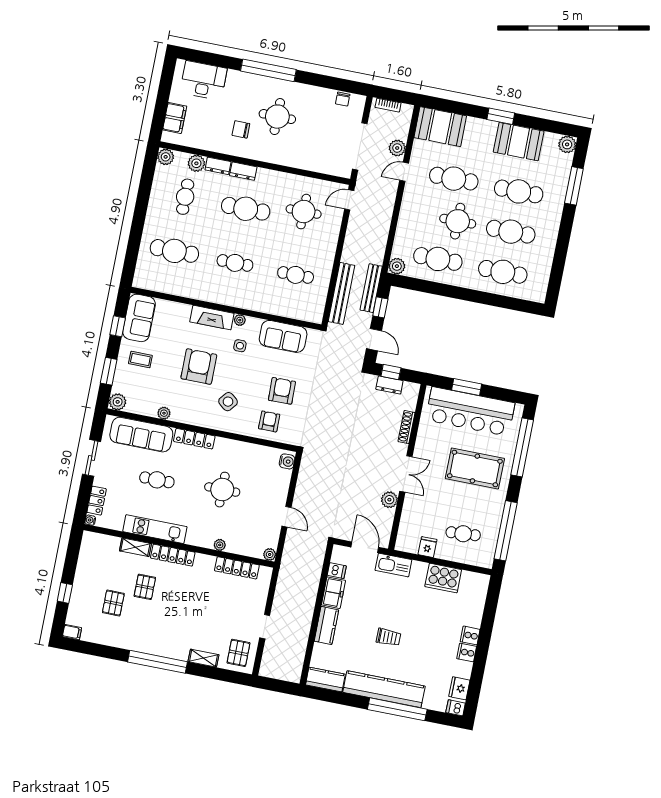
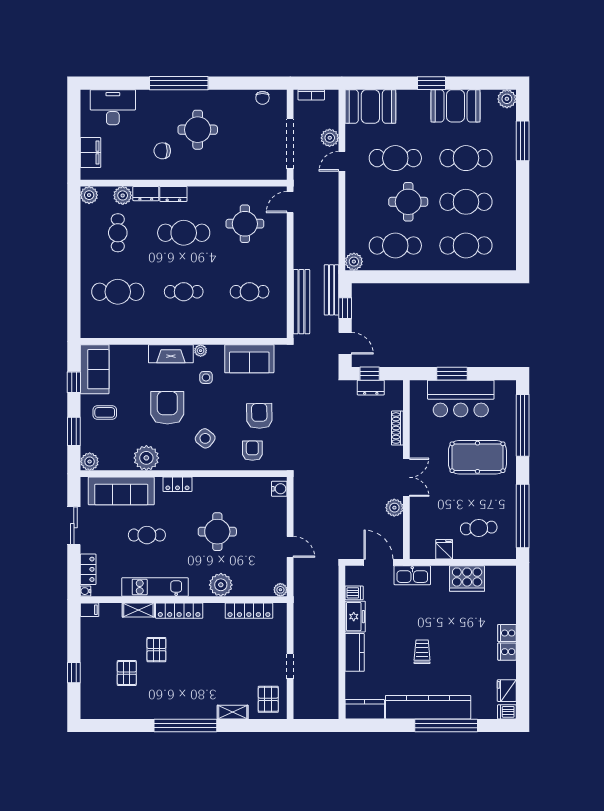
bar counter: (470, 411) -> (461, 399), width x0.73
plant: (164, 413) -> (146, 458), width x1.88, depth x1.88
locker: (194, 439) -> (177, 484), width x0.66
plant: (220, 545) -> (221, 585), width x1.87, depth x1.87
filing cabinet: (72, 632) -> (90, 610), moved
trolley: (389, 637) -> (422, 652), turned -90

